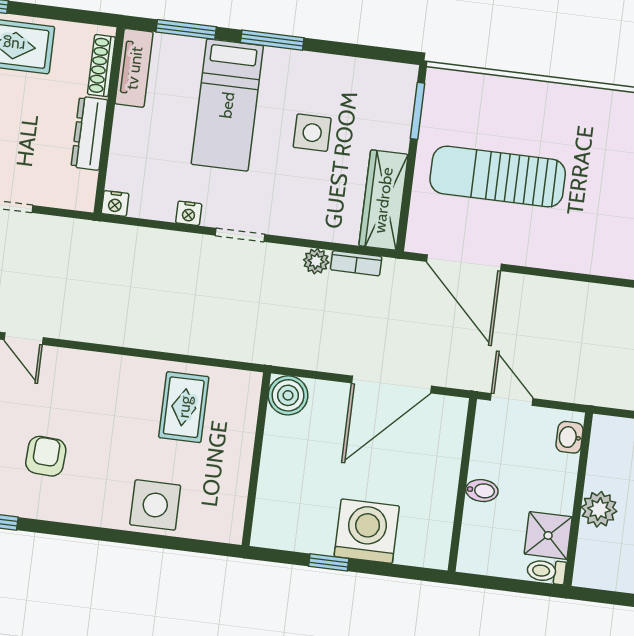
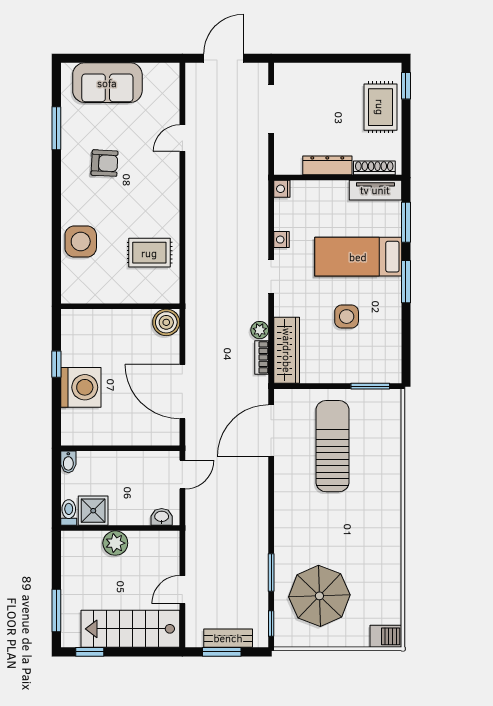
wardrobe: (383, 200) -> (287, 350), moved, turned 90
bidet: (482, 491) -> (68, 462), moved

